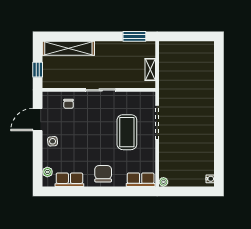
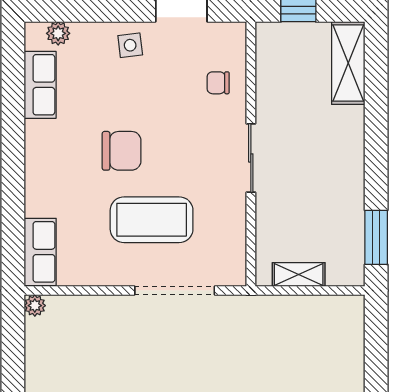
shelving: (68, 48) -> (348, 63), width x0.68
chair: (103, 174) -> (122, 151), moved

